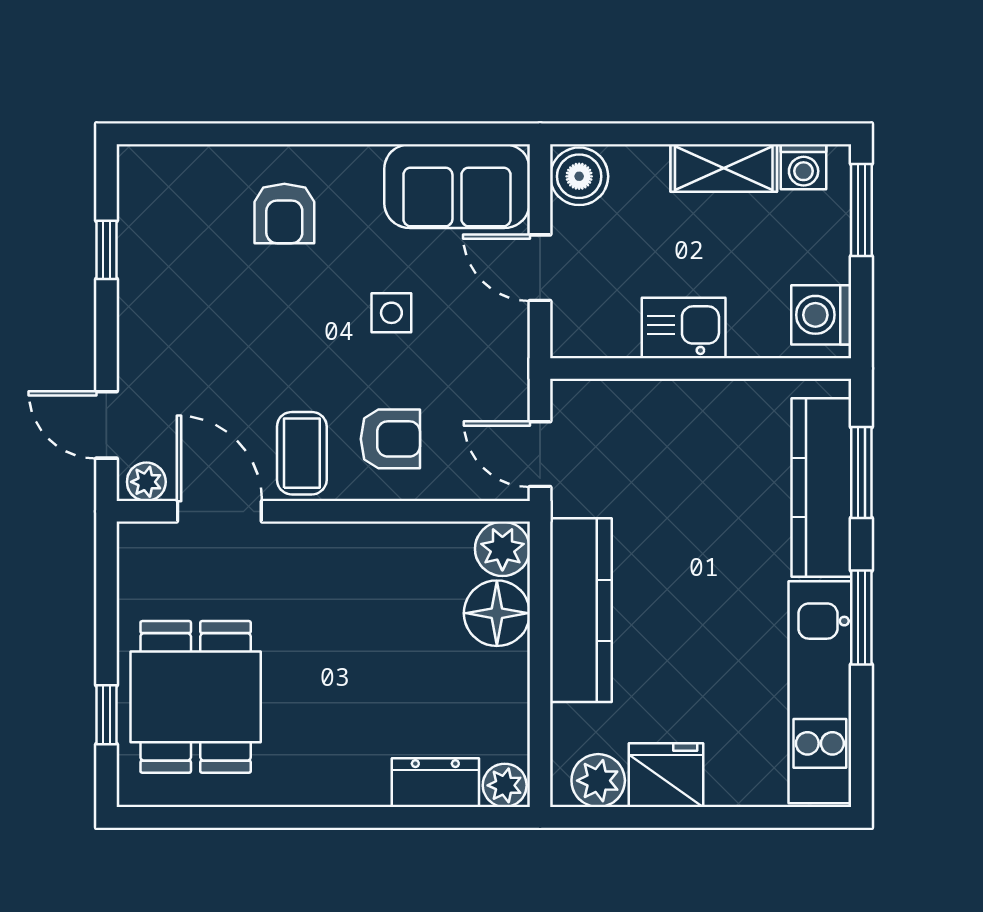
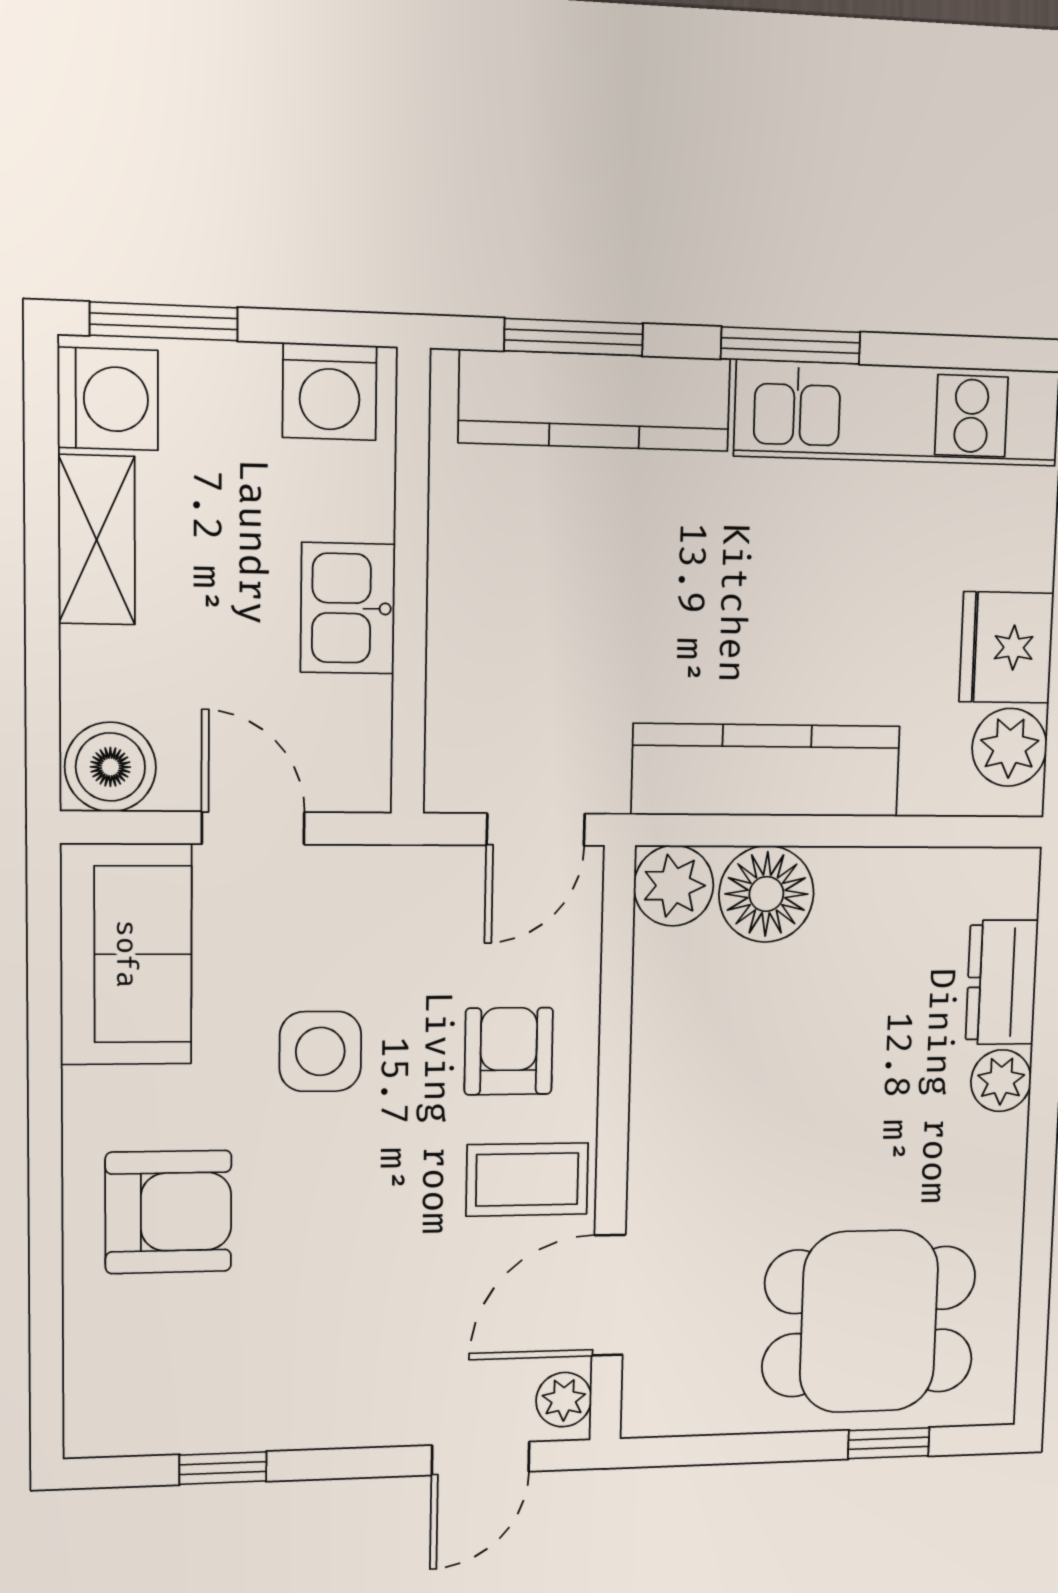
washing machine: (804, 167) -> (108, 399), width x1.38, depth x1.38
armchair: (284, 214) -> (169, 1212), width x1.38, depth x1.38
door: (540, 268) -> (253, 828), swing flipped
side table: (391, 313) -> (320, 1051), width x1.37, depth x1.37
plant: (505, 785) -> (1001, 1081), moved

